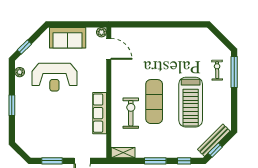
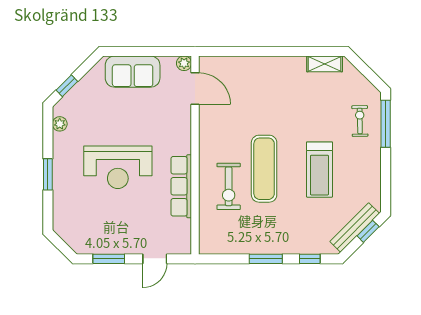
reception desk: (54, 77) -> (118, 167), moved
treadmill: (191, 102) -> (319, 170), width x0.73, depth x0.73
exercise bike: (131, 113) -> (229, 186), turned 180
window: (215, 150) -> (368, 231), moved
shelving: (123, 153) -> (325, 64), moved

